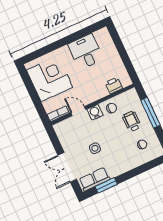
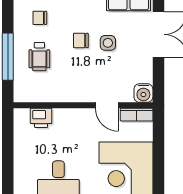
chair: (112, 108) -> (81, 40), moved
water cooler: (95, 112) -> (143, 93), moved

